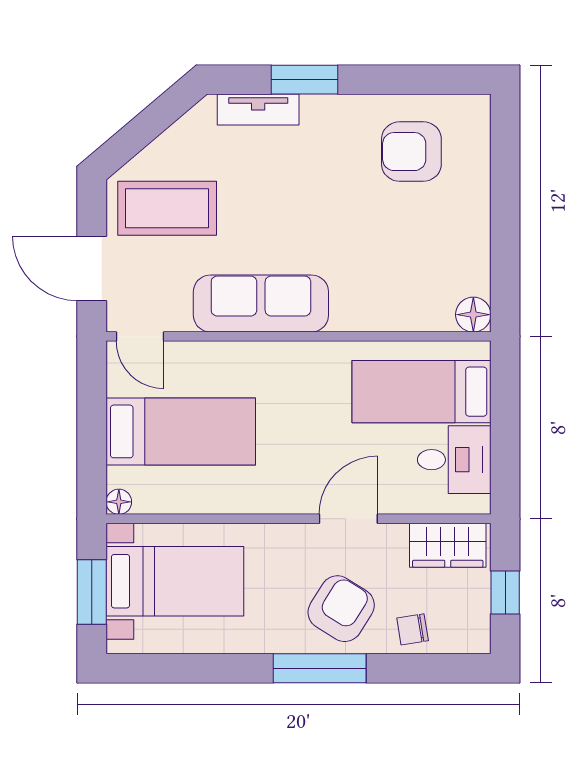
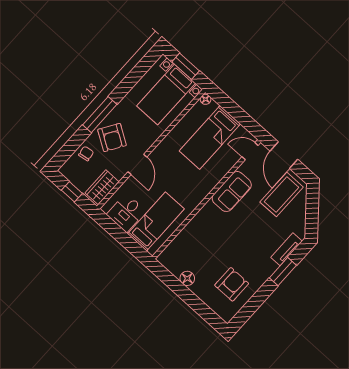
door: (92, 268) -> (284, 155), swing flipped
sofa: (261, 303) -> (232, 191), width x0.73
floor lamp: (473, 315) -> (187, 278), moved

